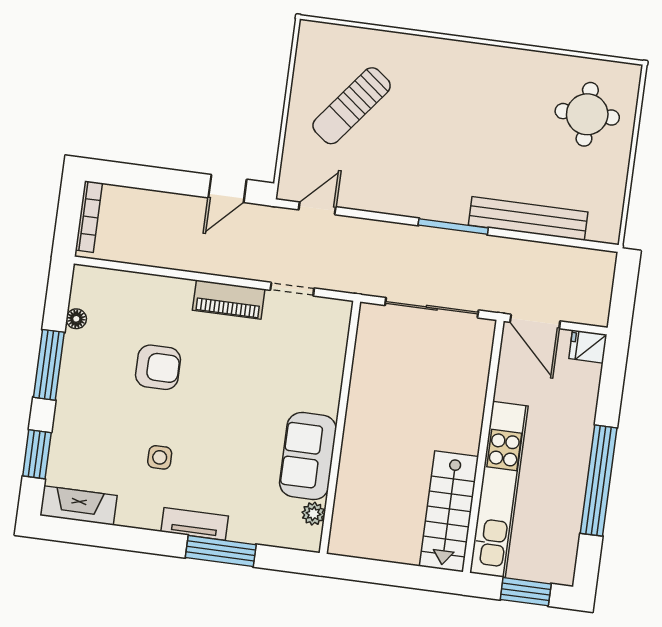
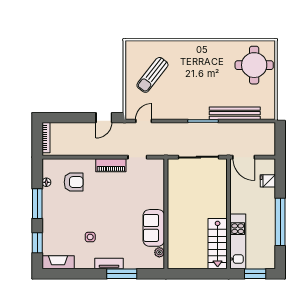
round table: (587, 114) -> (254, 65), width x1.36, depth x1.36
fridge: (588, 347) -> (268, 181), moved
armchair: (158, 367) -> (74, 182), moved
kitchen unit: (499, 489) -> (238, 241), width x0.73

